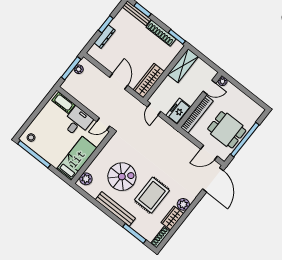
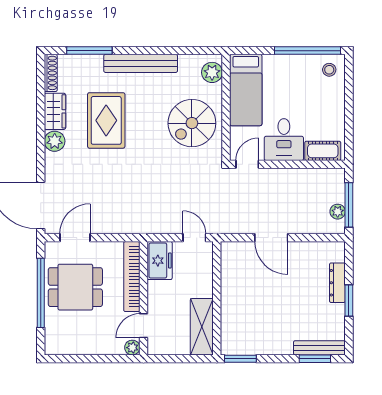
shoe rack: (161, 33) -> (266, 347), removed
wardrobe: (149, 81) -> (232, 270), removed
spiral stairs: (122, 177) -> (192, 123), moved

